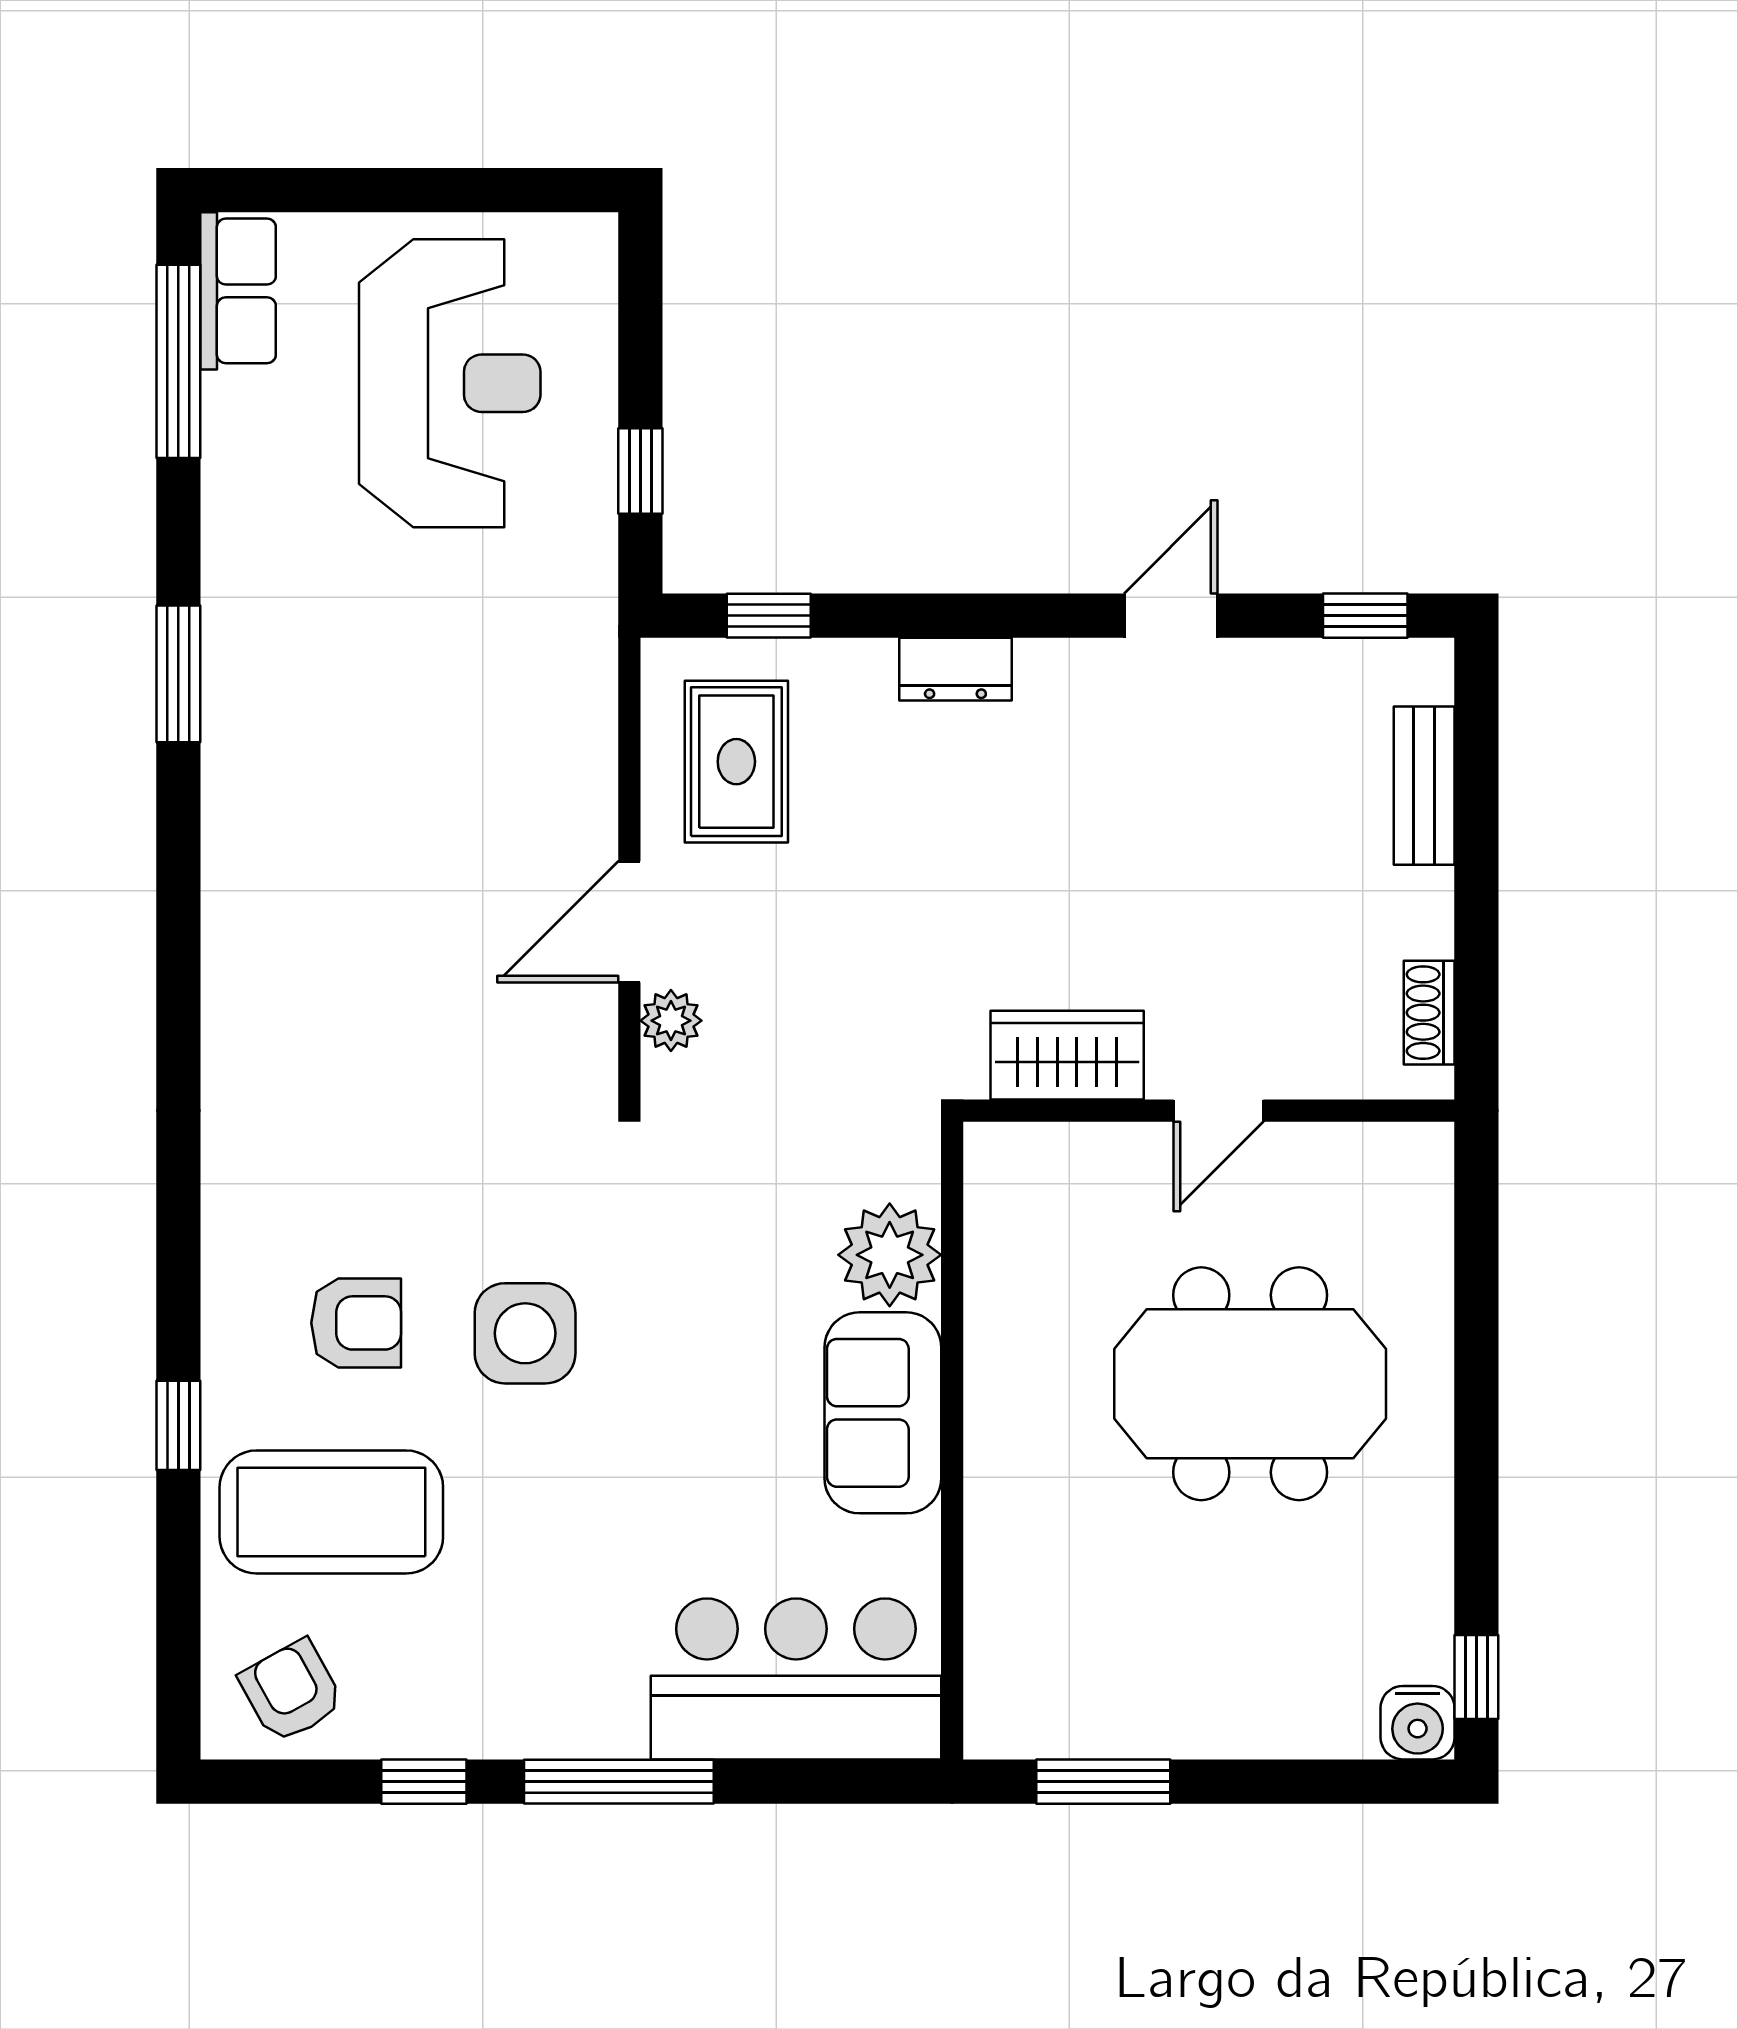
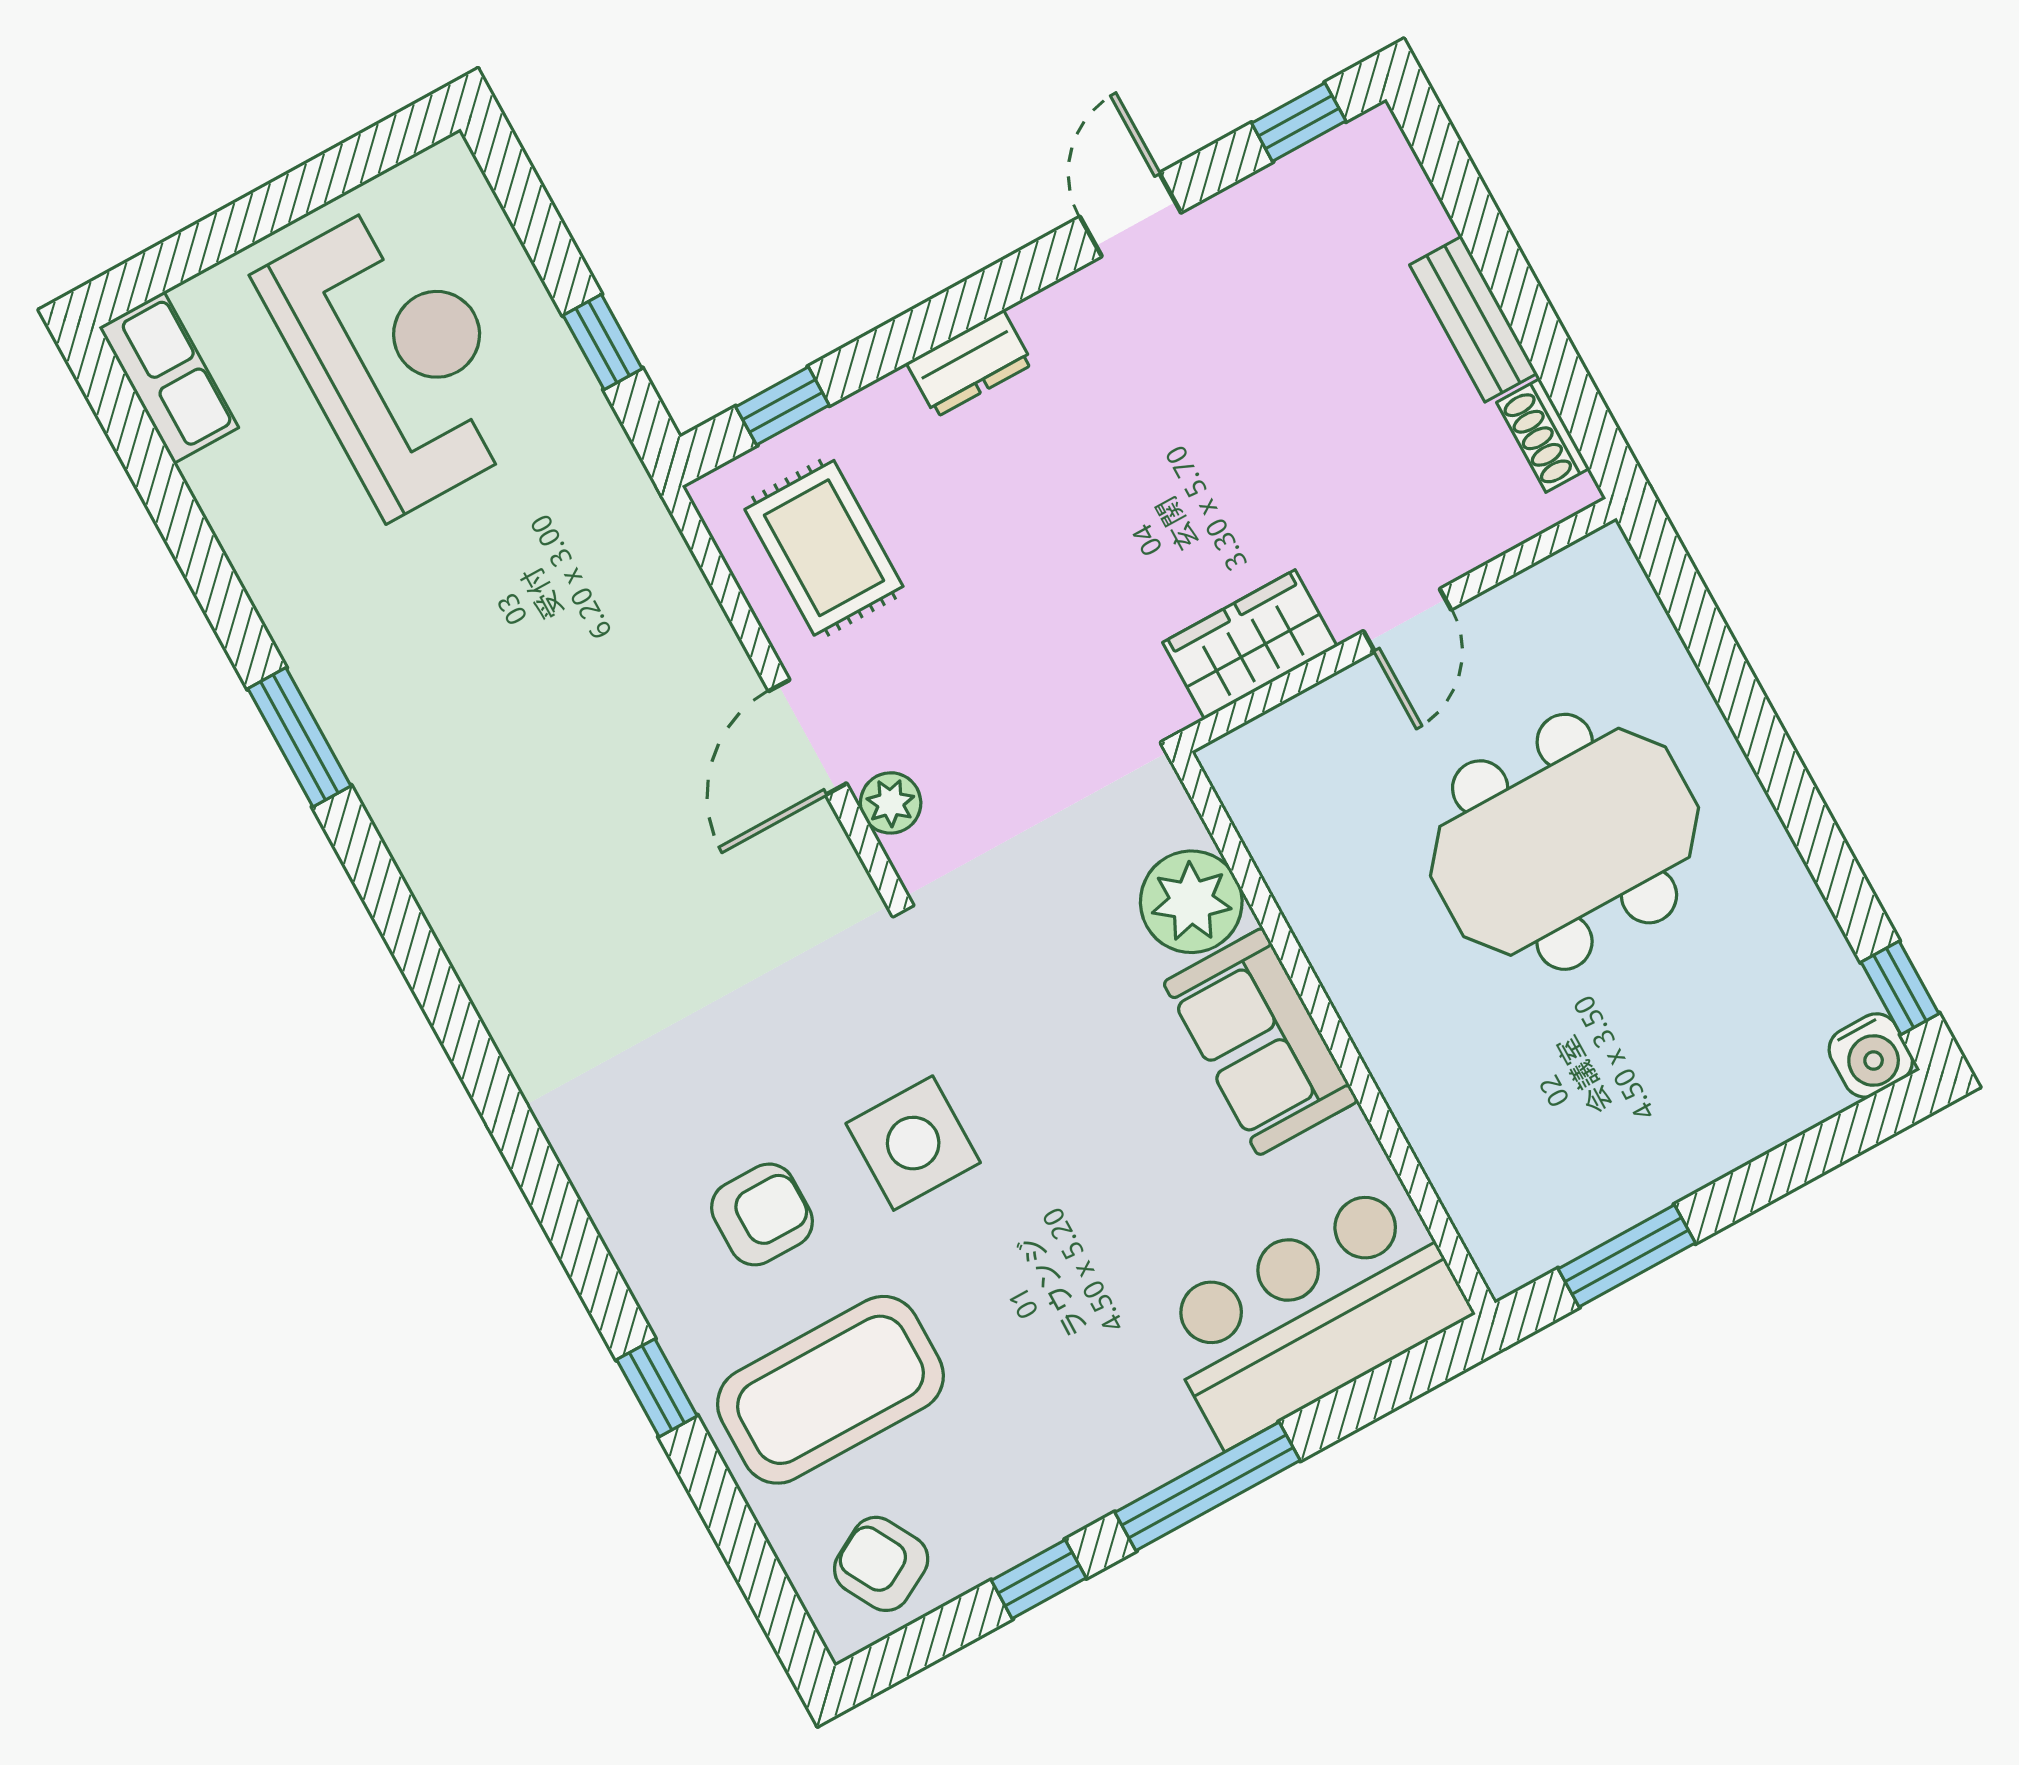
window: (178, 361) -> (151, 467), removed
bench: (1424, 786) -> (1473, 319), moved

